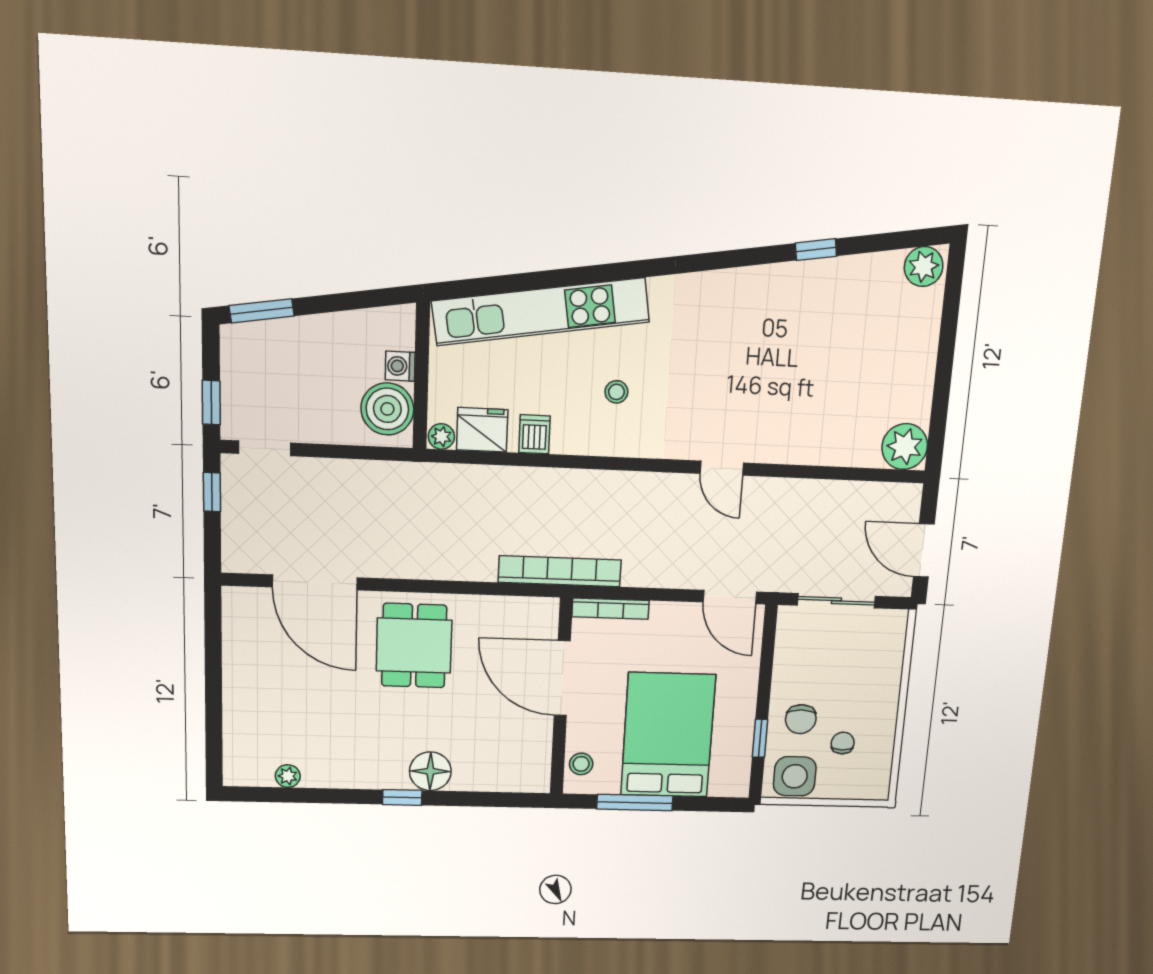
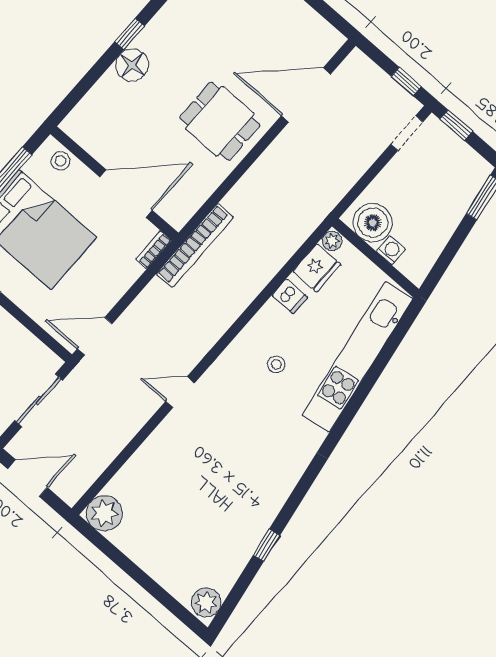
bookcase: (611, 609) -> (154, 250), width x0.64

